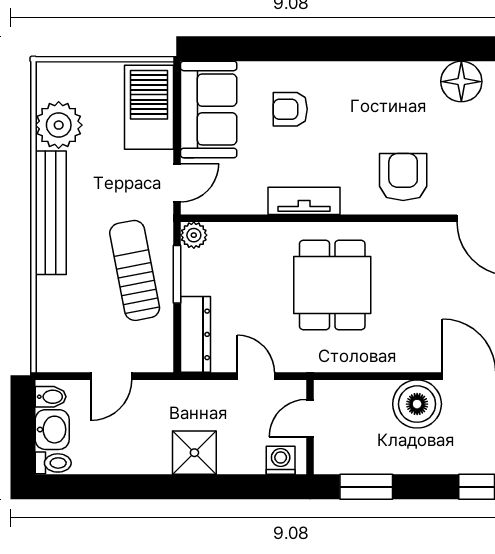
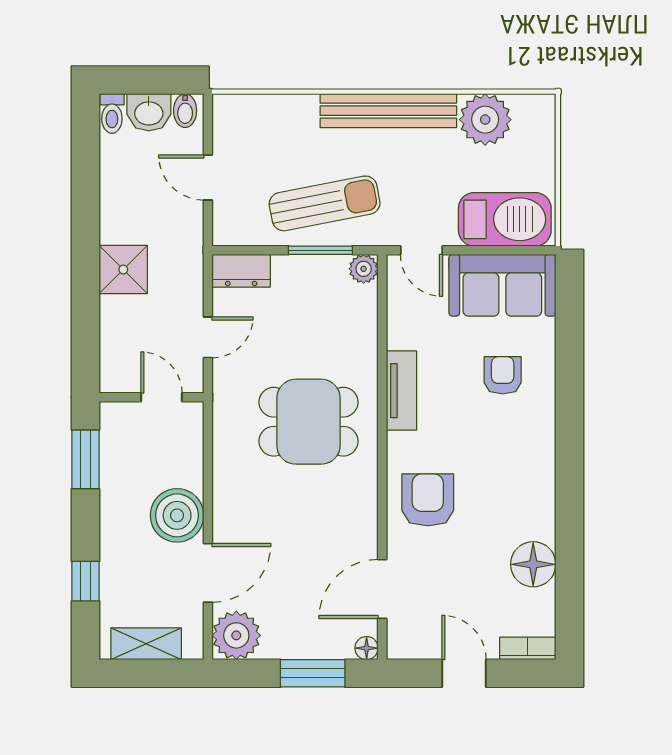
armchair: (403, 177) -> (428, 500), turned -90
dresser: (196, 334) -> (241, 271), width x0.70
washing machine: (281, 460) -> (115, 365), removed

